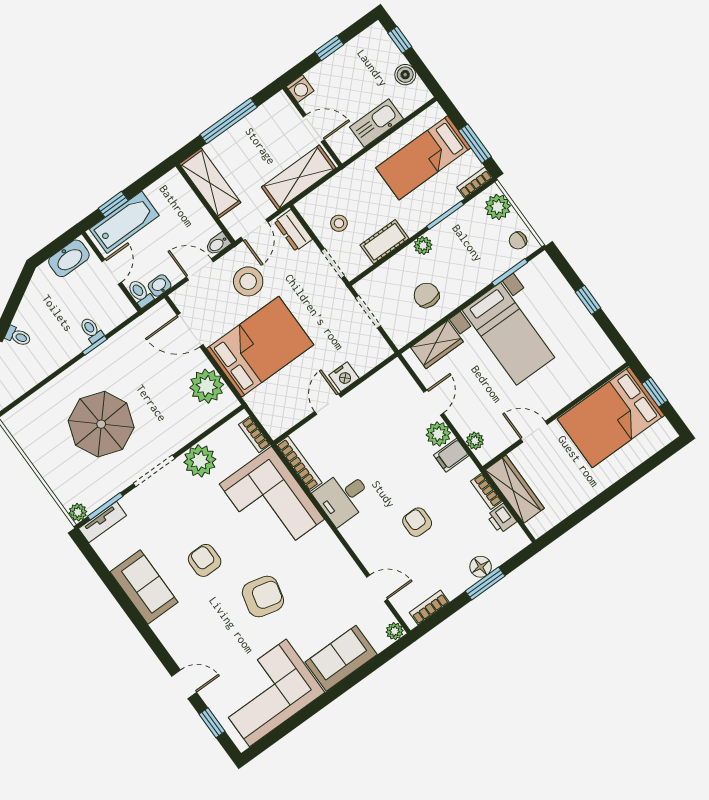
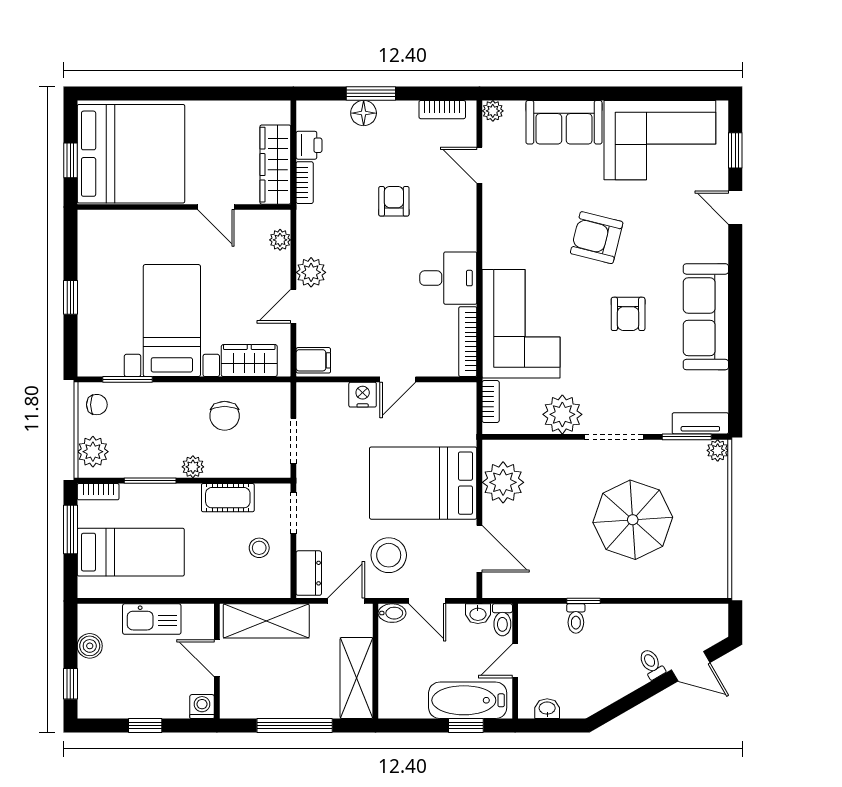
washbasin: (69, 258) -> (547, 709), width x0.52, depth x0.69
bed: (611, 417) -> (131, 154), width x1.36
filing cabinet: (451, 455) -> (313, 360), moved
armchair: (417, 522) -> (394, 201), turned 180
sofa: (144, 587) -> (706, 317), width x1.36

